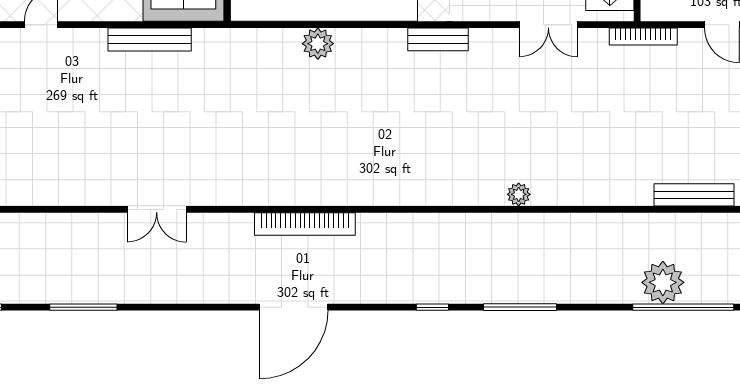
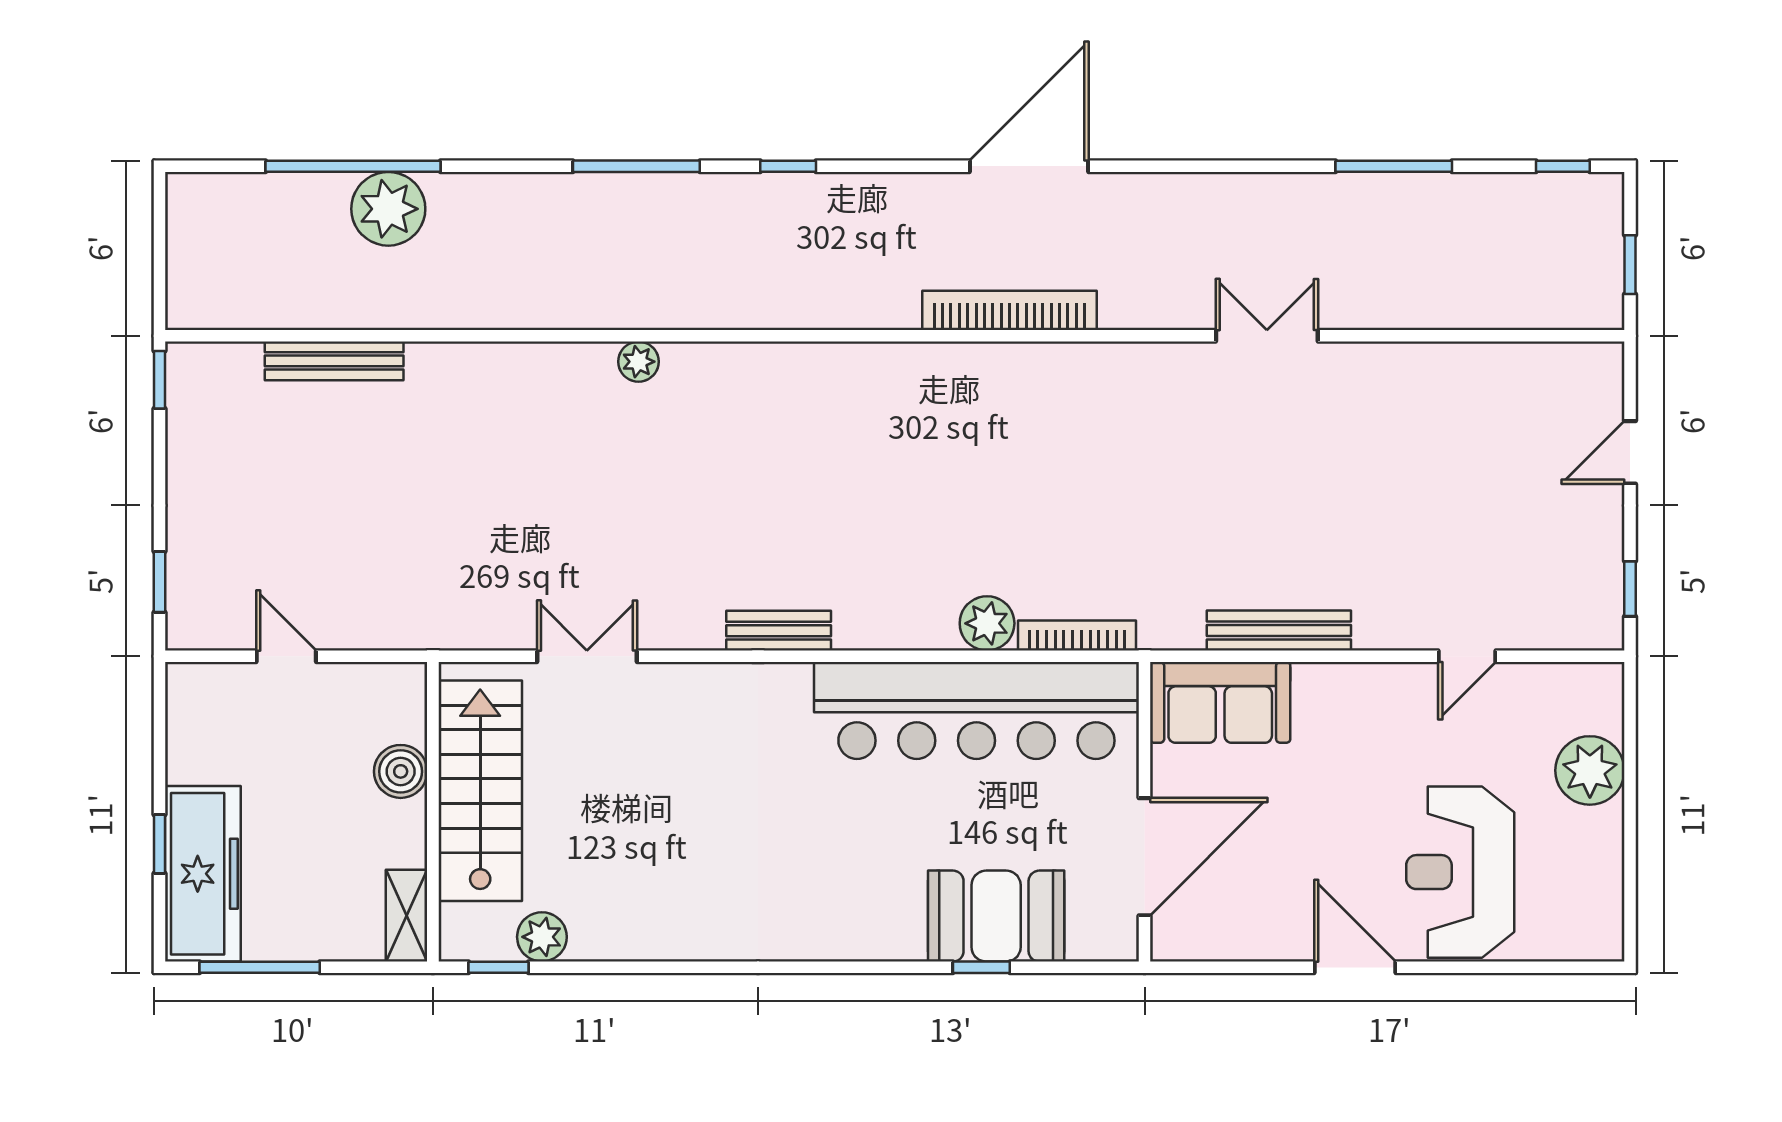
bookcase: (643, 37) -> (1077, 636), moved

